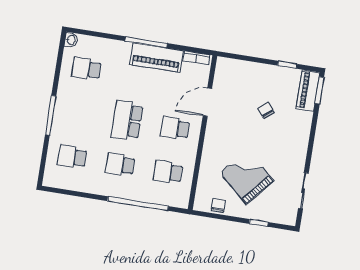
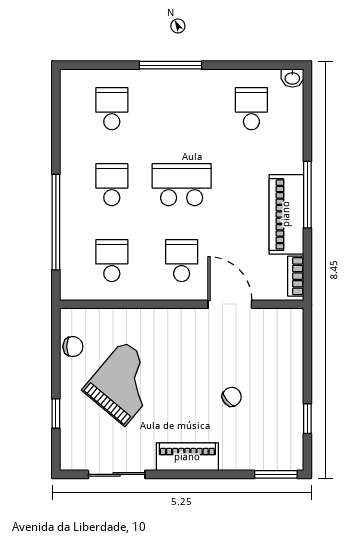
piano: (308, 91) -> (187, 457), moved

